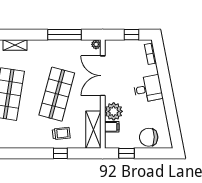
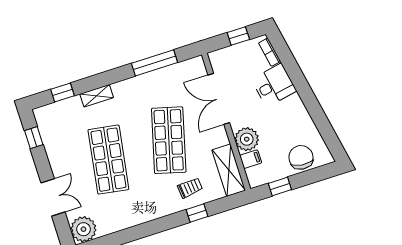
plant: (96, 44) -> (198, 62), removed
desk: (148, 89) -> (274, 85), moved
chair: (149, 137) -> (301, 157), turned 96

